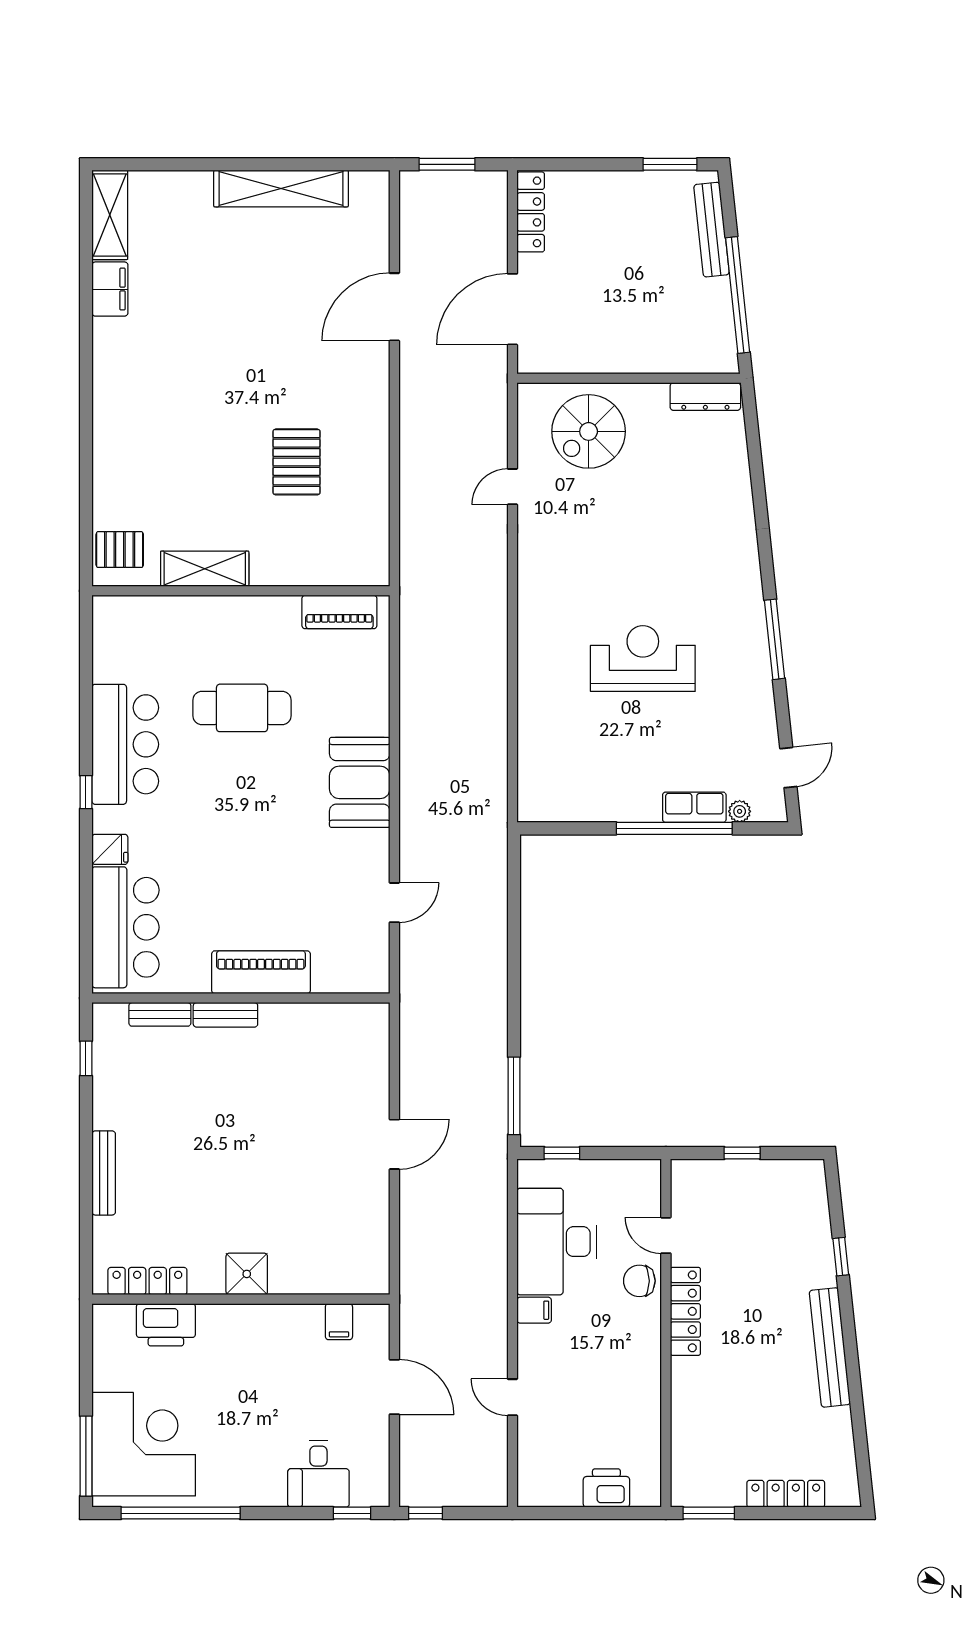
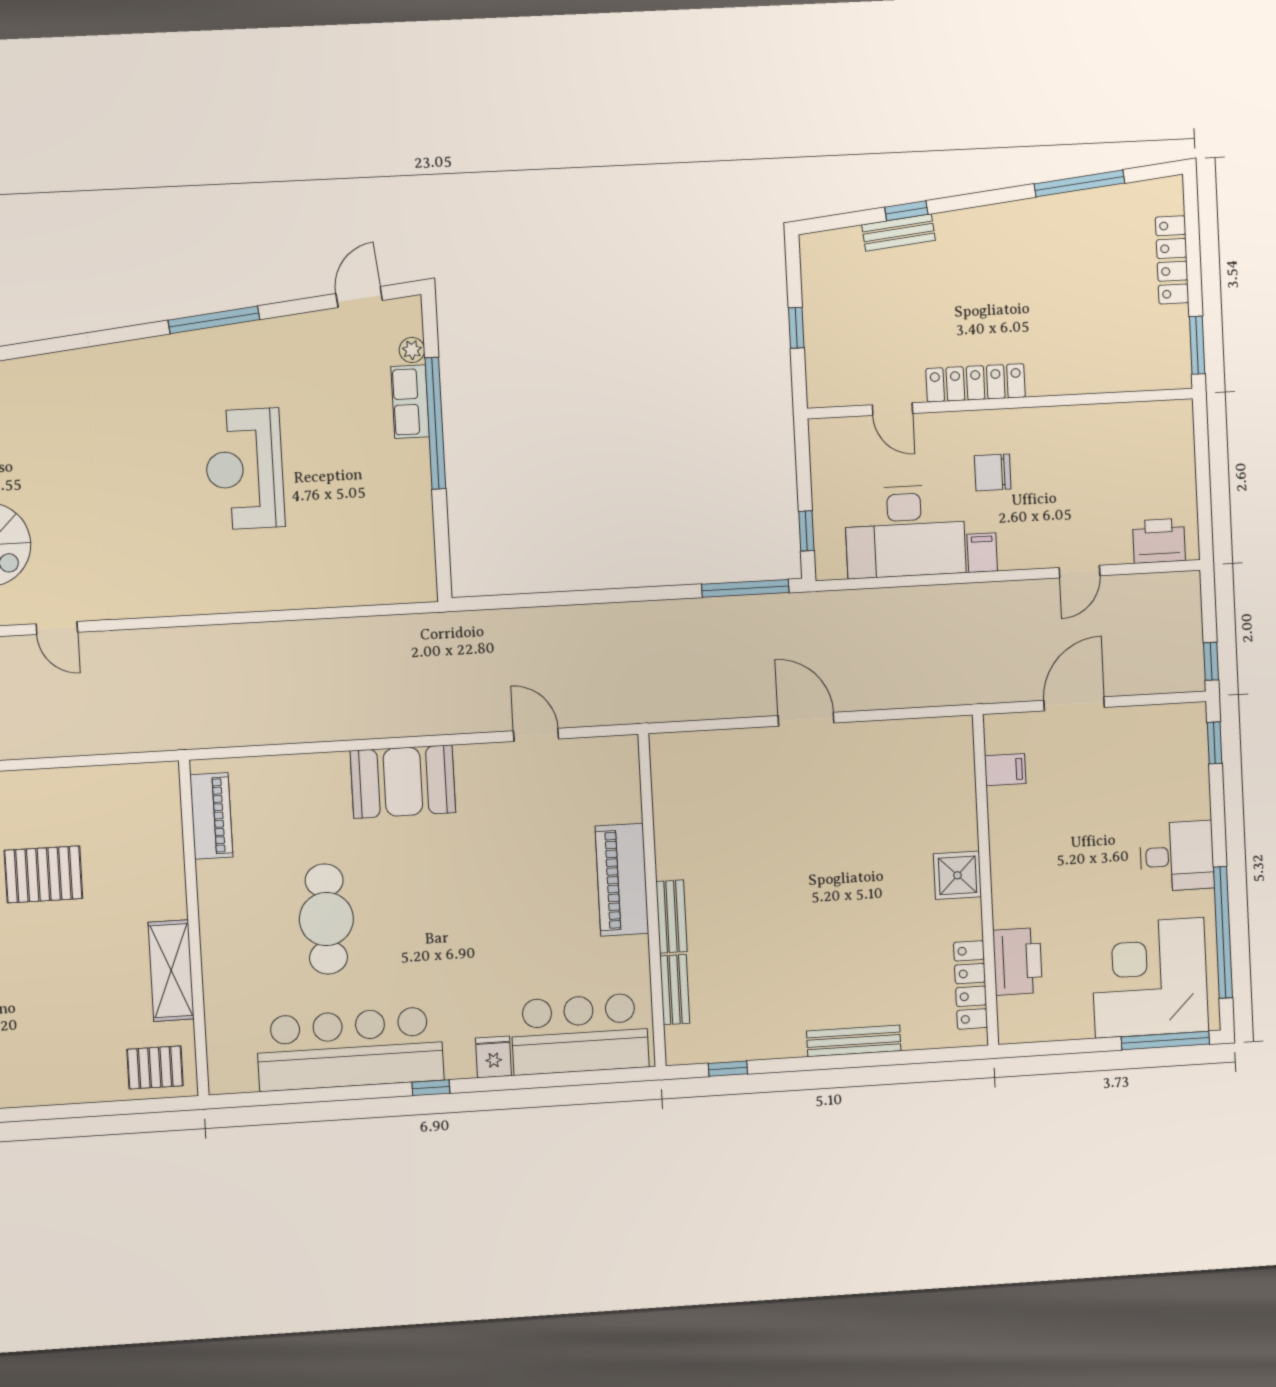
pallet: (120, 550) -> (155, 1067), turned 90
bar counter: (125, 744) -> (350, 1049), width x1.36
door: (788, 768) -> (359, 297), hinge flipped
door: (666, 1235) -> (892, 409), hinge flipped
chair: (639, 1281) -> (993, 472), moved, turned 90
bench: (830, 1347) -> (899, 232), moved, width x0.54, depth x0.82
window: (858, 1413) -> (1079, 183), added
desk: (318, 1474) -> (1177, 856), moved
printer: (606, 1488) -> (1159, 541), moved, turned 90

